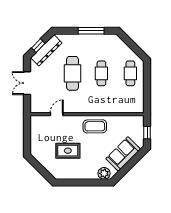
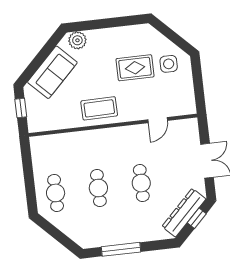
cafe table: (72, 73) -> (141, 183), width x0.73, depth x0.74
side table: (45, 151) -> (169, 64), added

